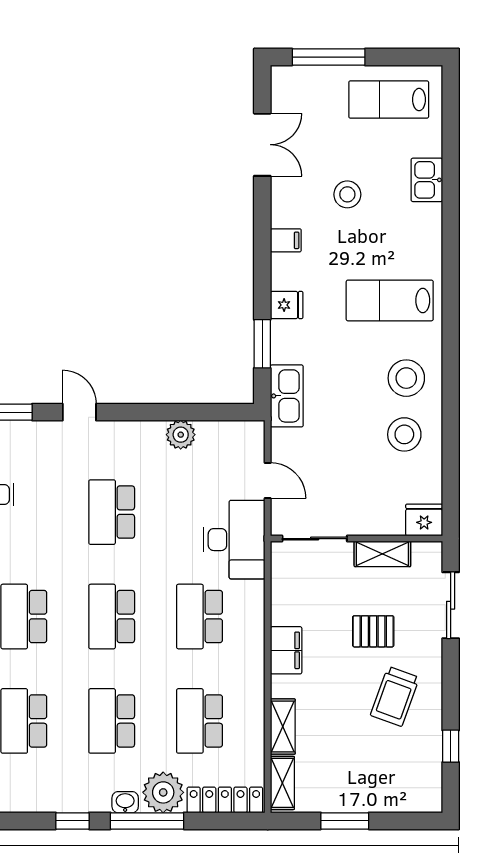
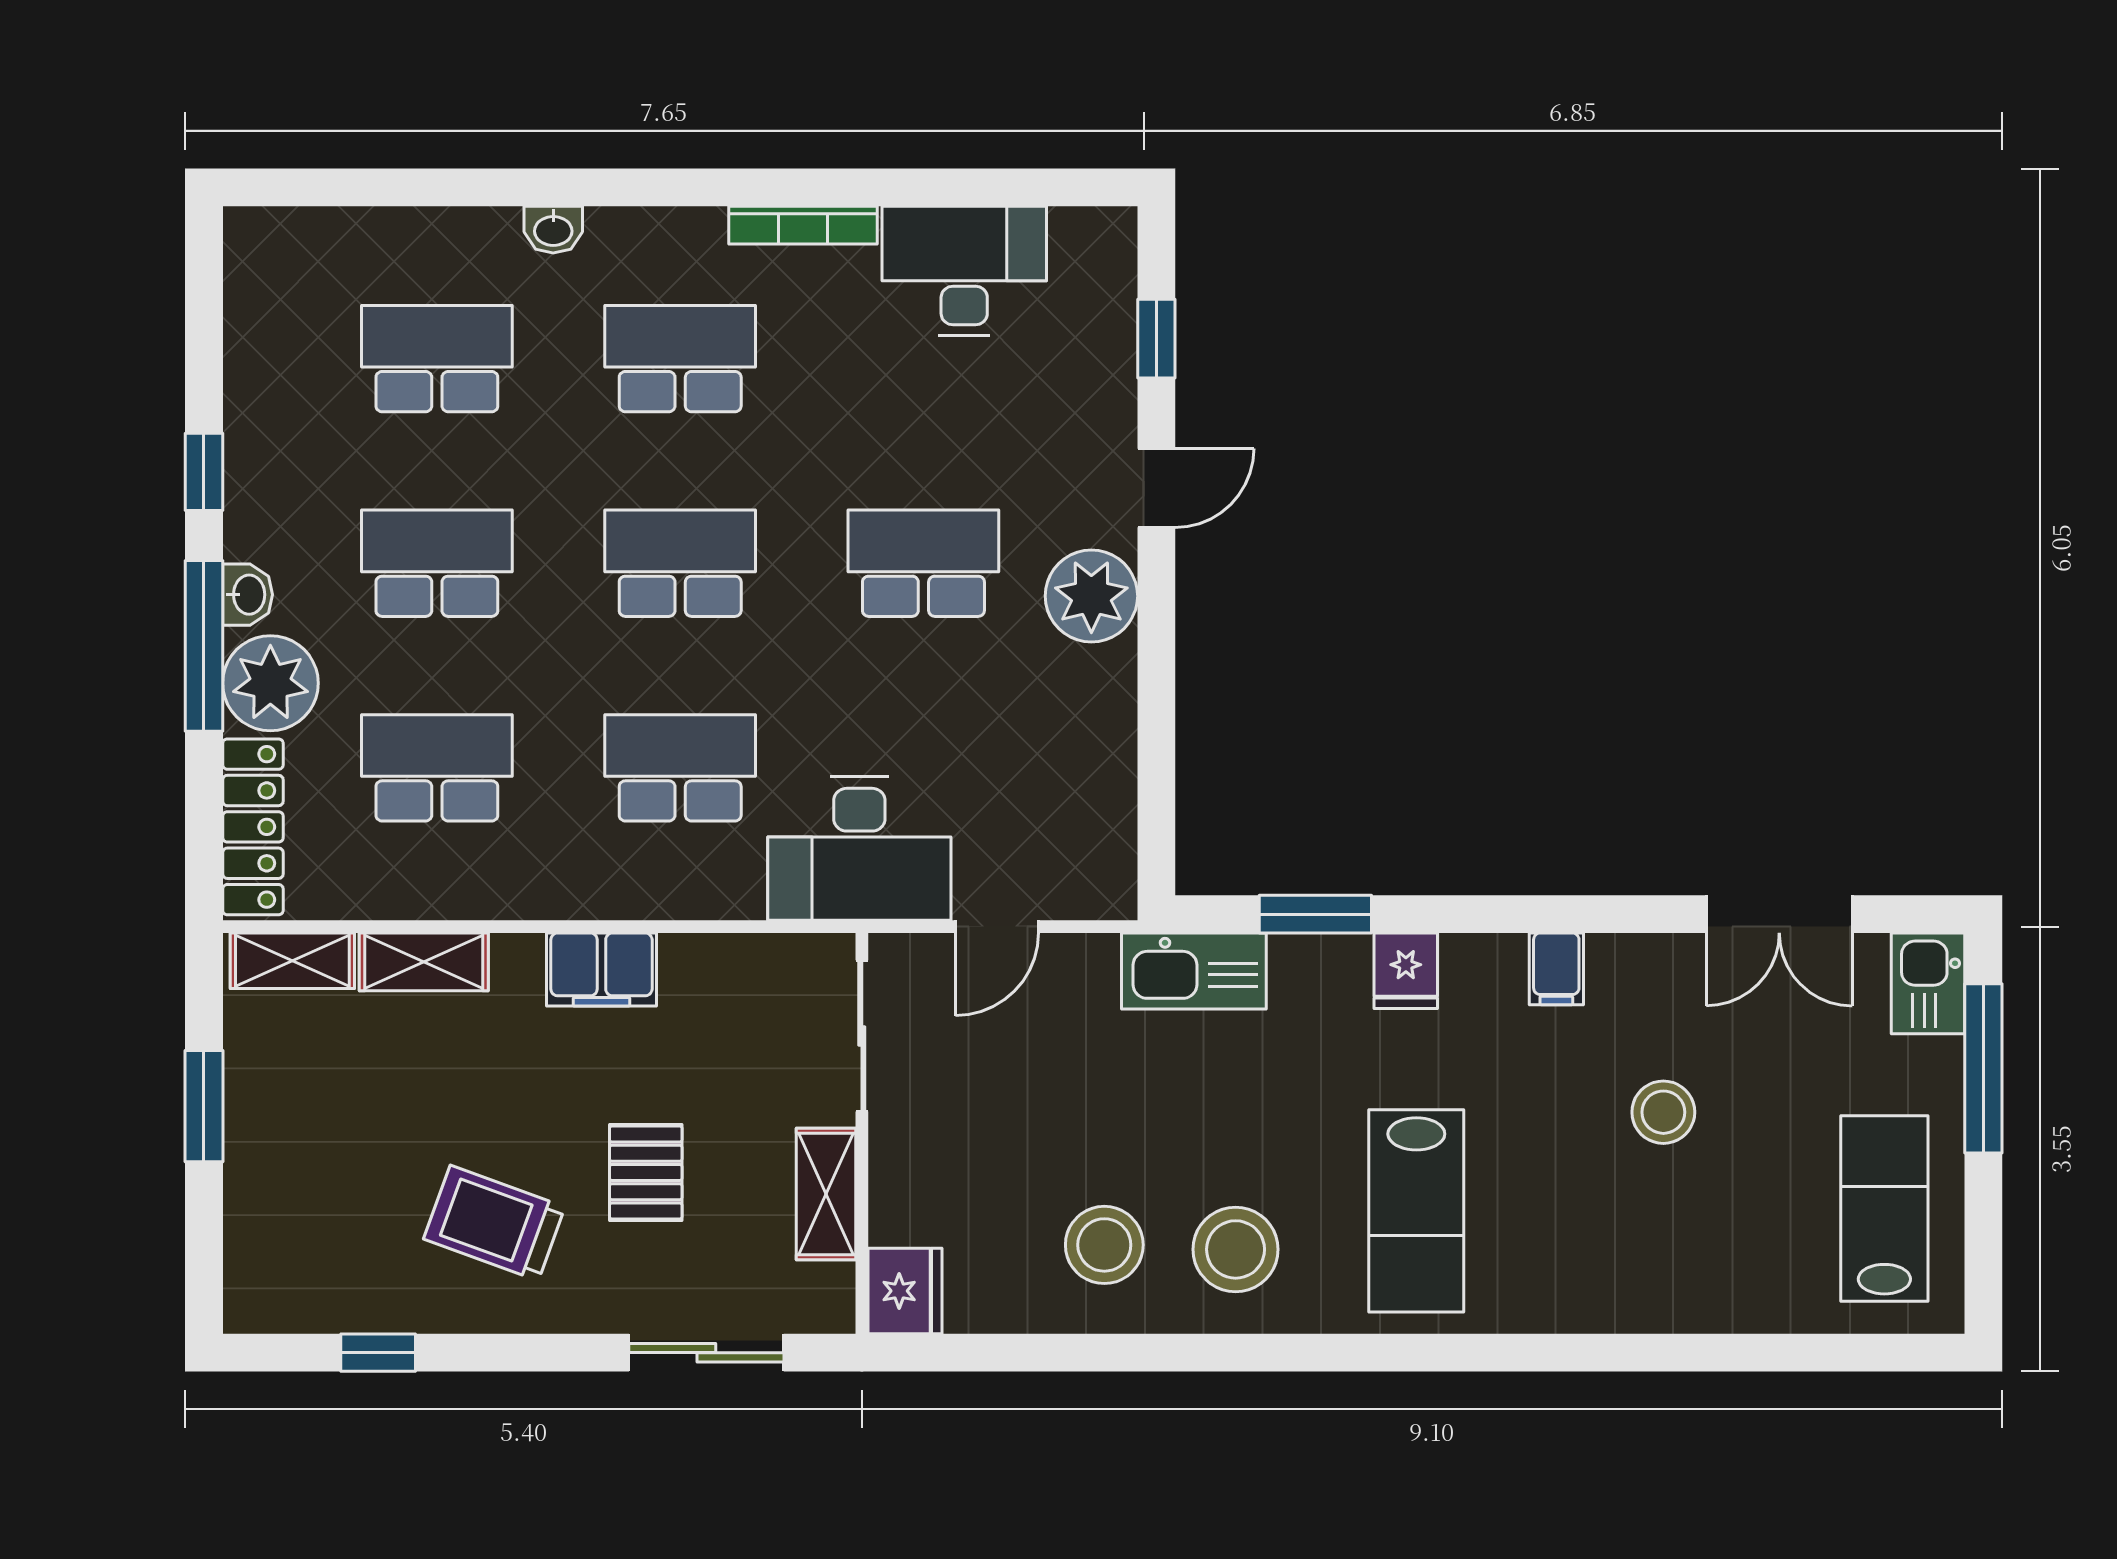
kitchen sink: (427, 180) -> (1928, 983), moved, turned -90
lab bench: (390, 300) -> (1416, 1211), turned 180
plant: (181, 435) -> (1091, 596), moved, width x1.36, depth x1.36

